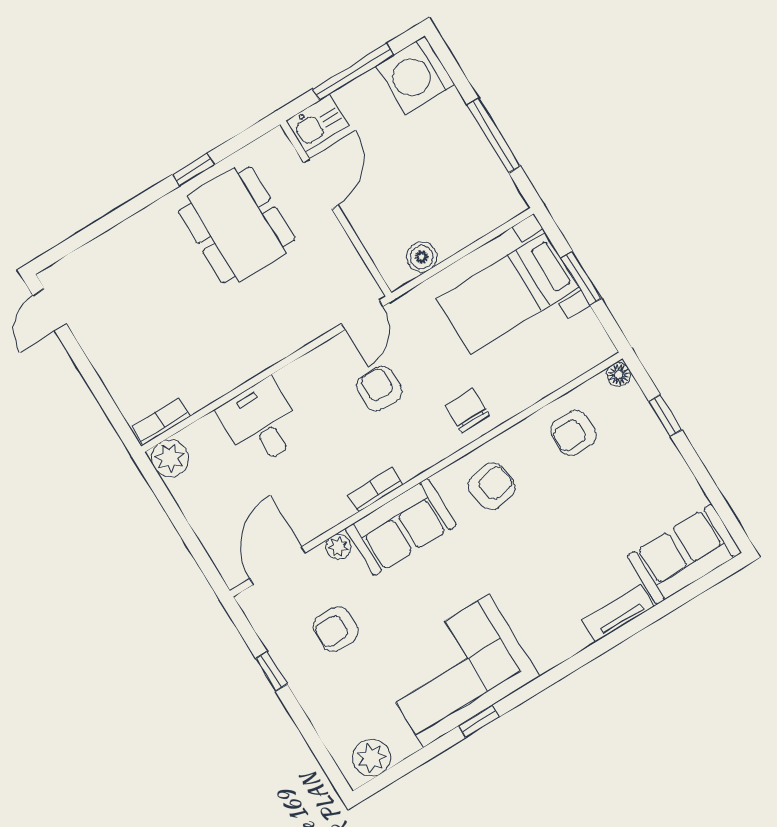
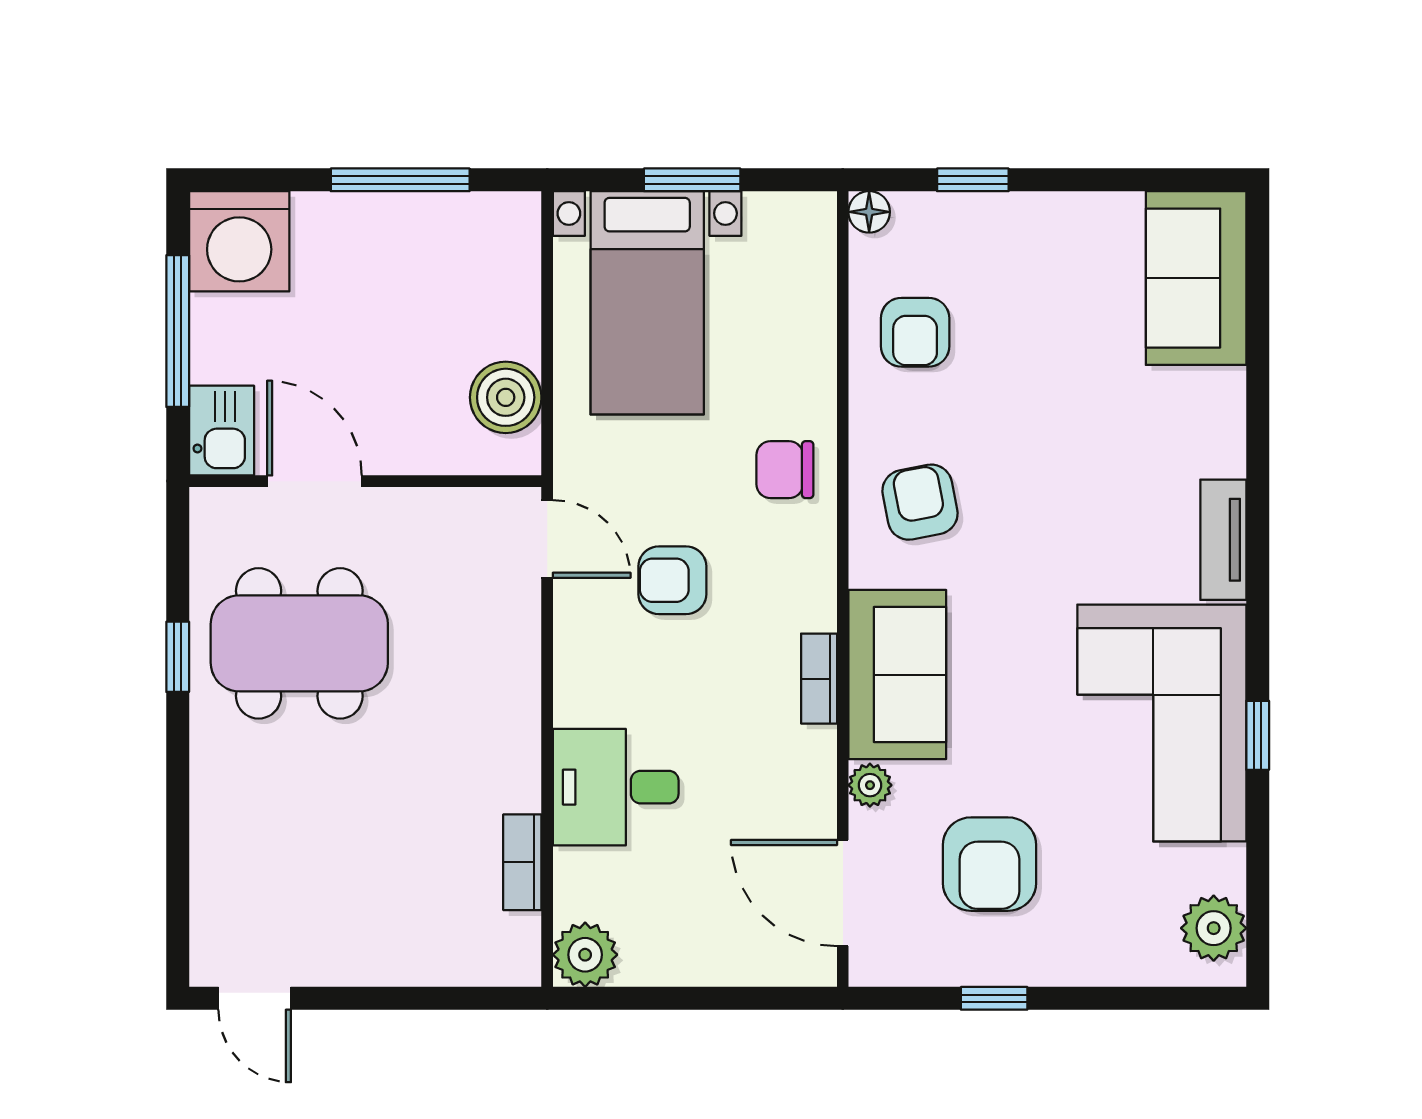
boiler: (422, 257) -> (506, 397), width x1.36, depth x1.36
bookcase: (161, 421) -> (522, 862), moved
tv unit: (618, 613) -> (1223, 540), moved
armchair: (336, 629) -> (989, 864), width x1.38, depth x1.38

